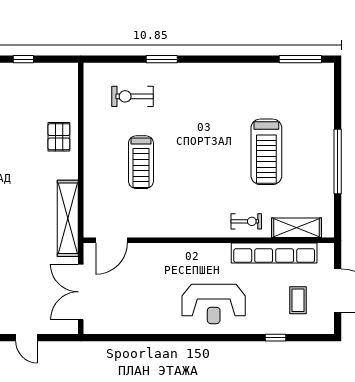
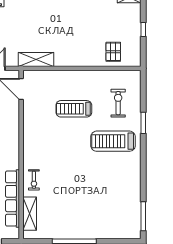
pallet: (59, 137) -> (113, 52), moved, turned 90
treadmill: (266, 152) -> (113, 141), moved
shelving: (68, 218) -> (36, 59), width x0.68

